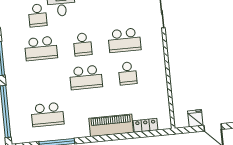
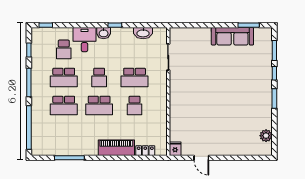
school desk: (47, 115) -> (64, 105), moved
fridge: (195, 118) -> (175, 149), moved

